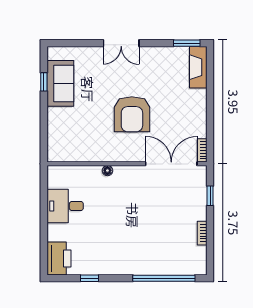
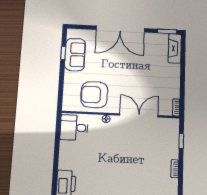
double door: (121, 43) -> (120, 29), width x1.87
armchair: (132, 114) -> (94, 95), moved, turned 90
double door: (171, 164) -> (139, 115), moved
desk: (65, 206) -> (74, 128), moved

